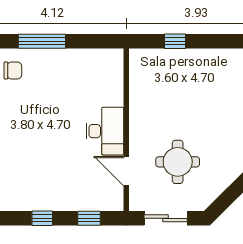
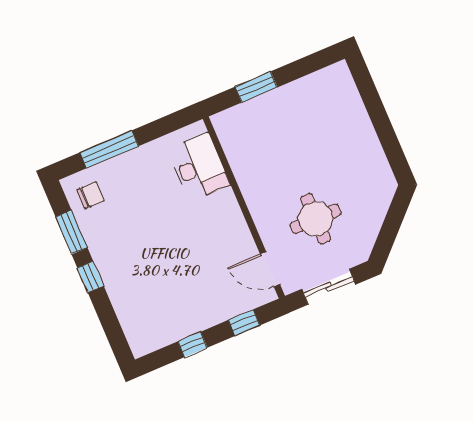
window: (175, 41) -> (256, 87), width x1.50
desk: (105, 131) -> (199, 167), moved
door: (126, 171) -> (270, 269), moved

